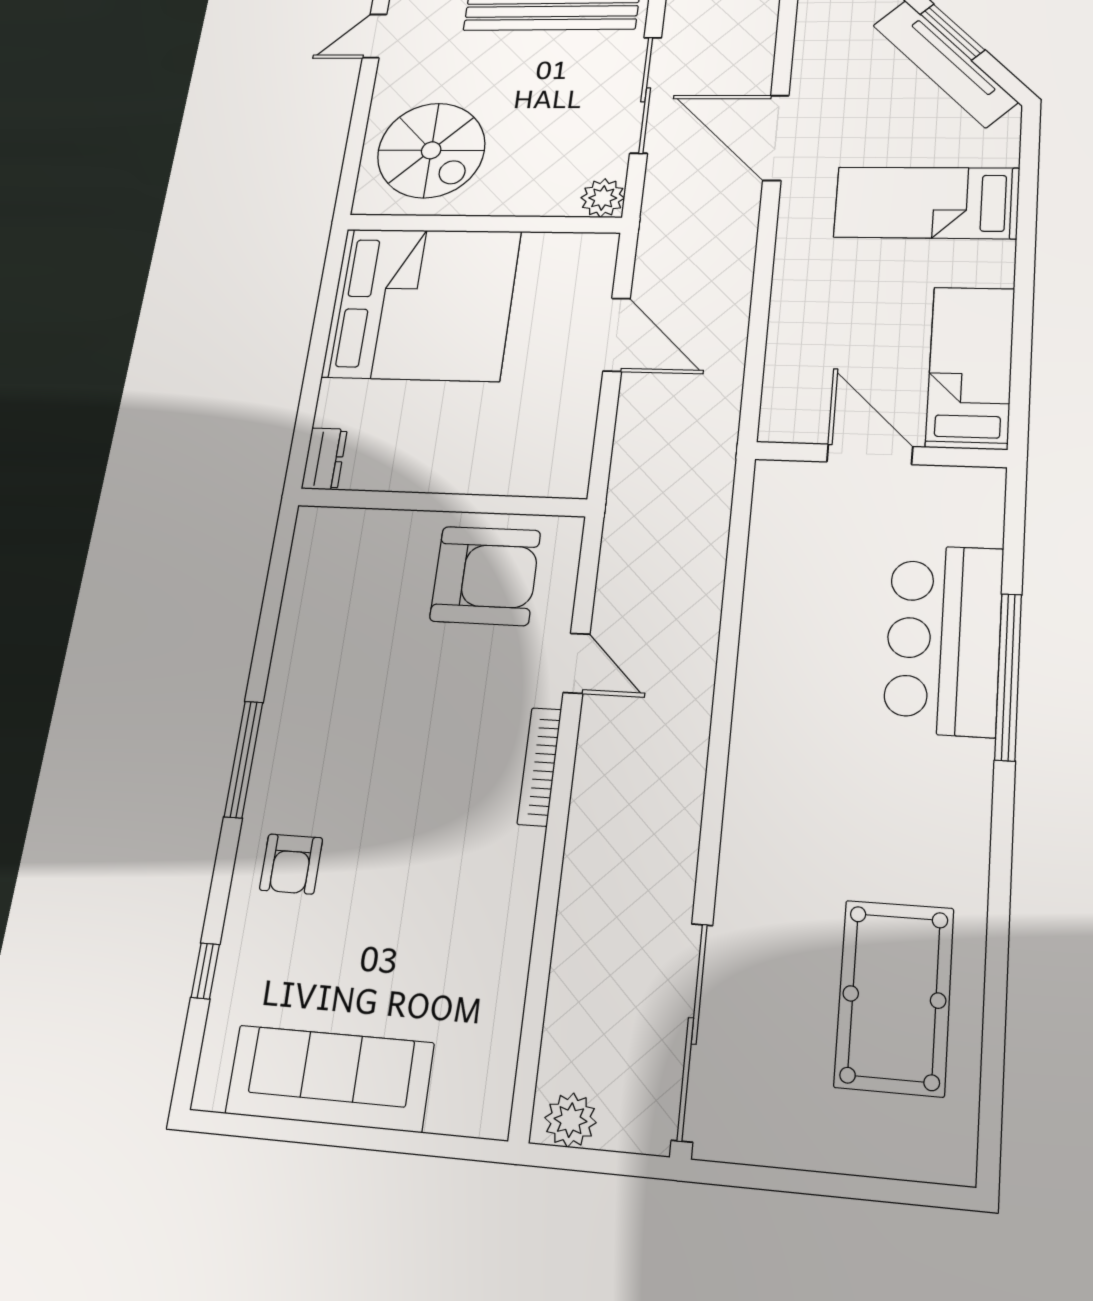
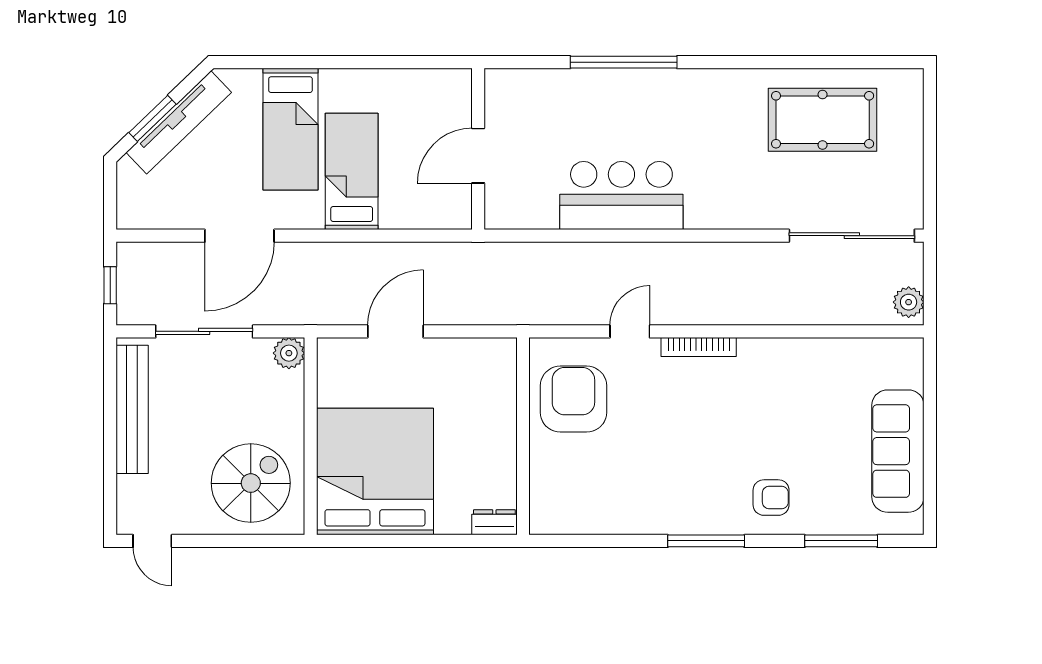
bed: (970, 367) -> (352, 171), moved, turned 90
bar counter: (944, 639) -> (621, 196), moved, turned 180
window: (205, 971) -> (841, 541), width x2.17

